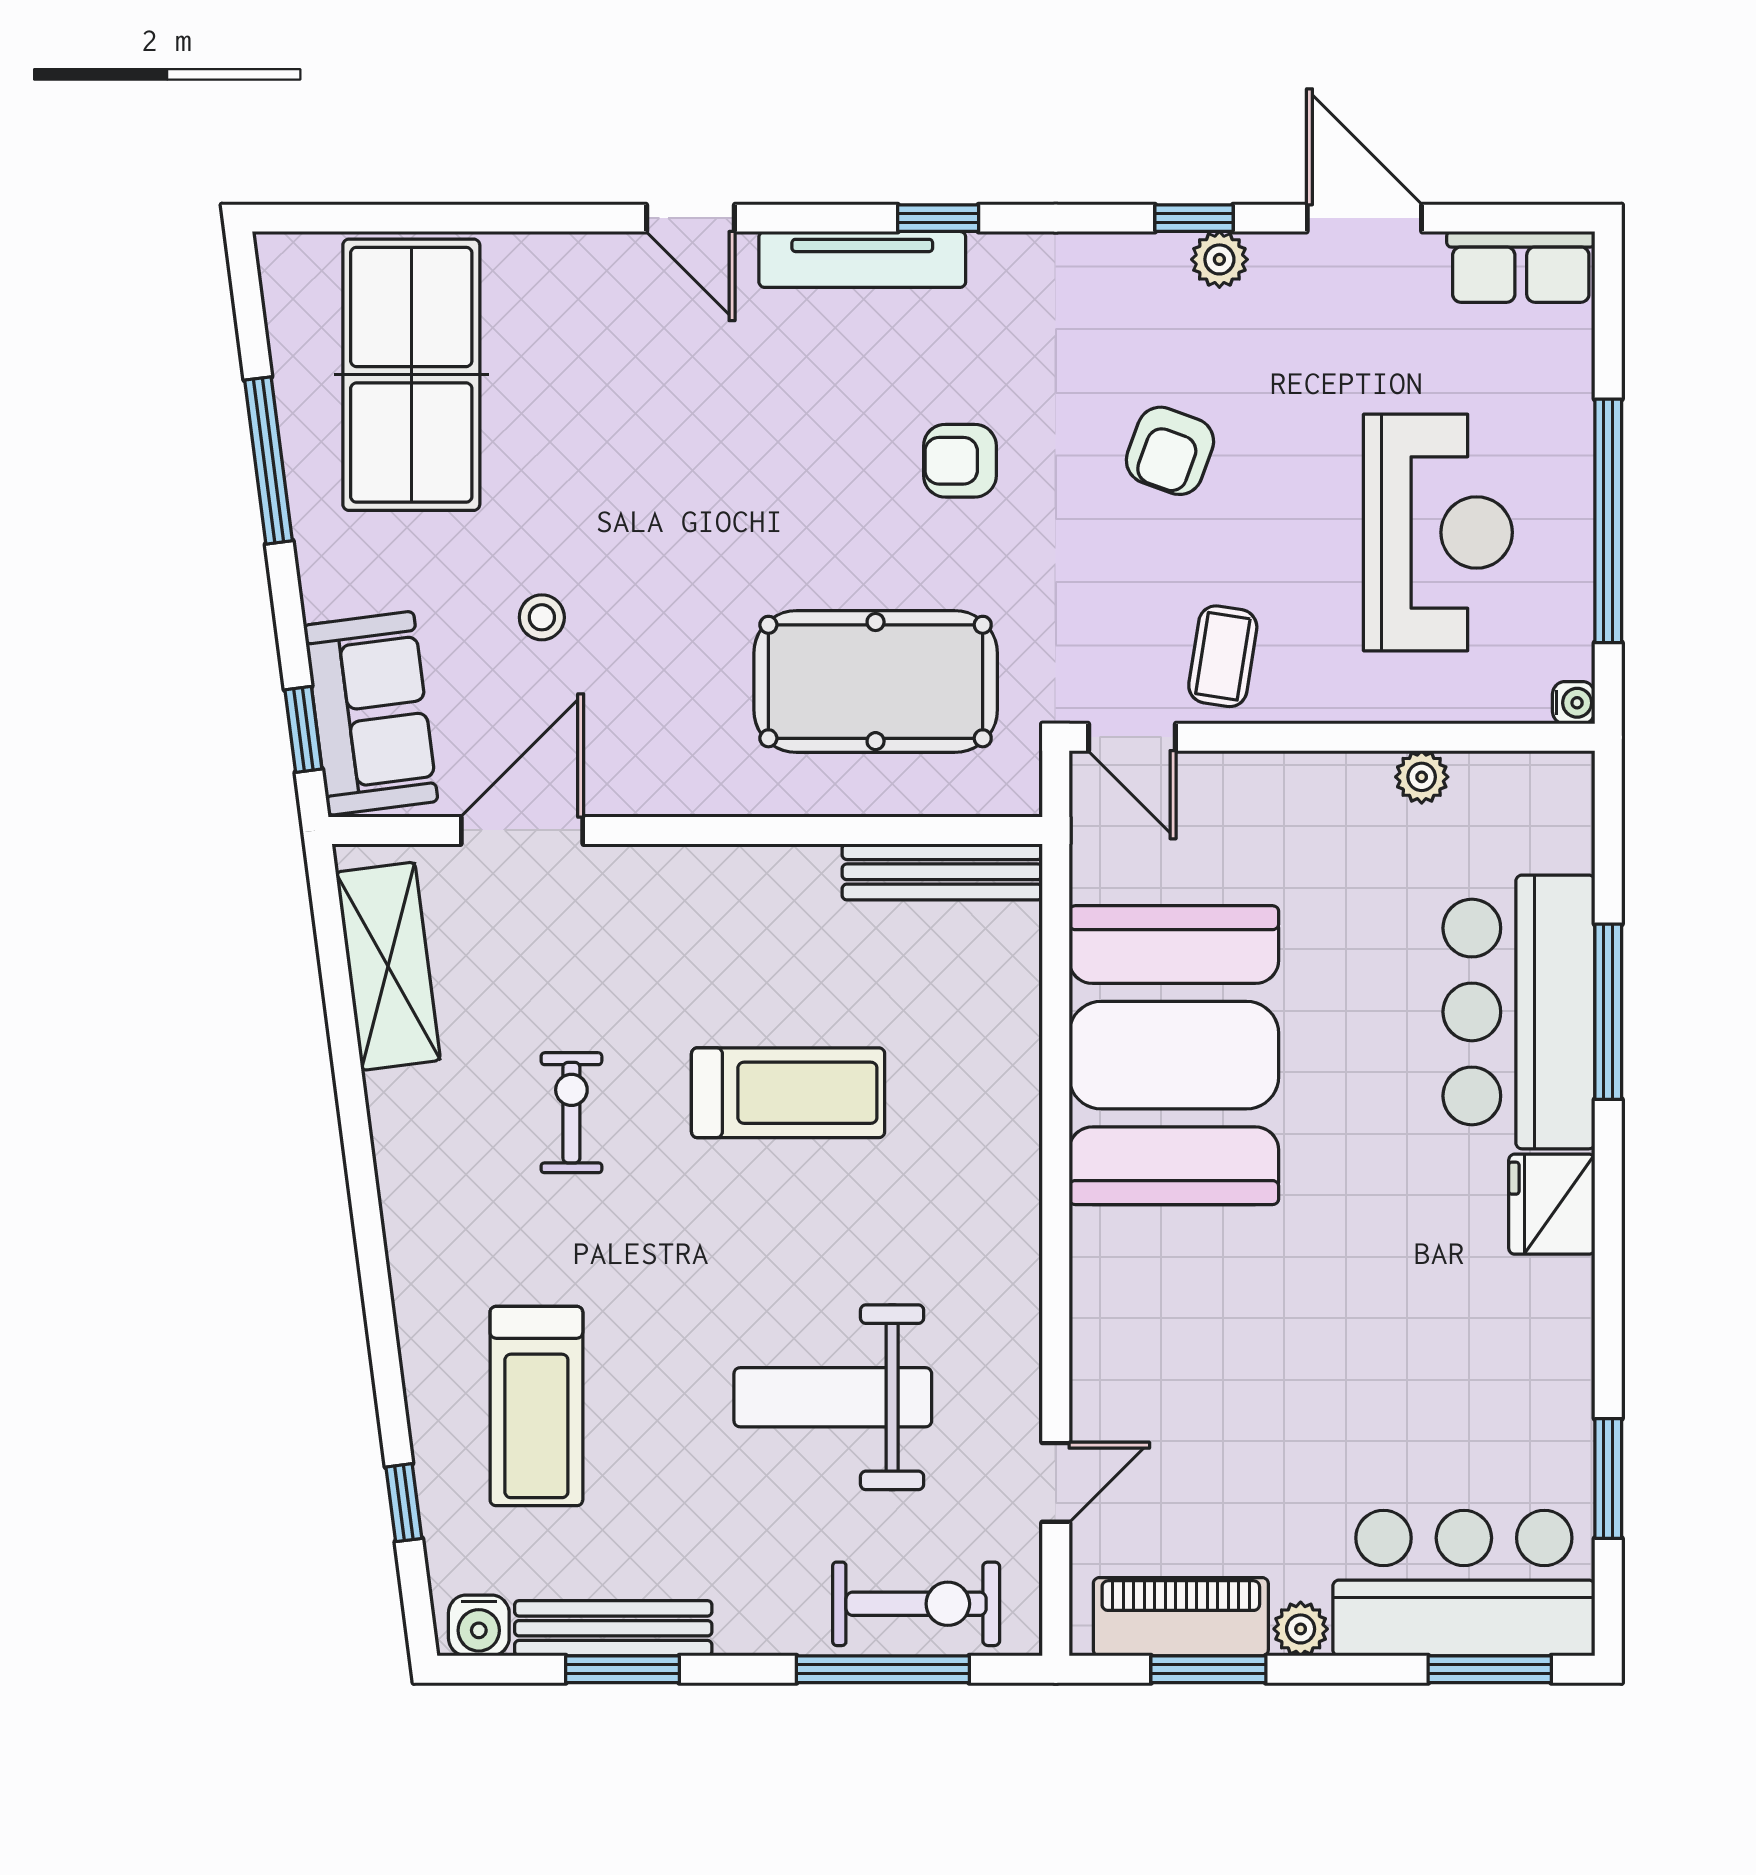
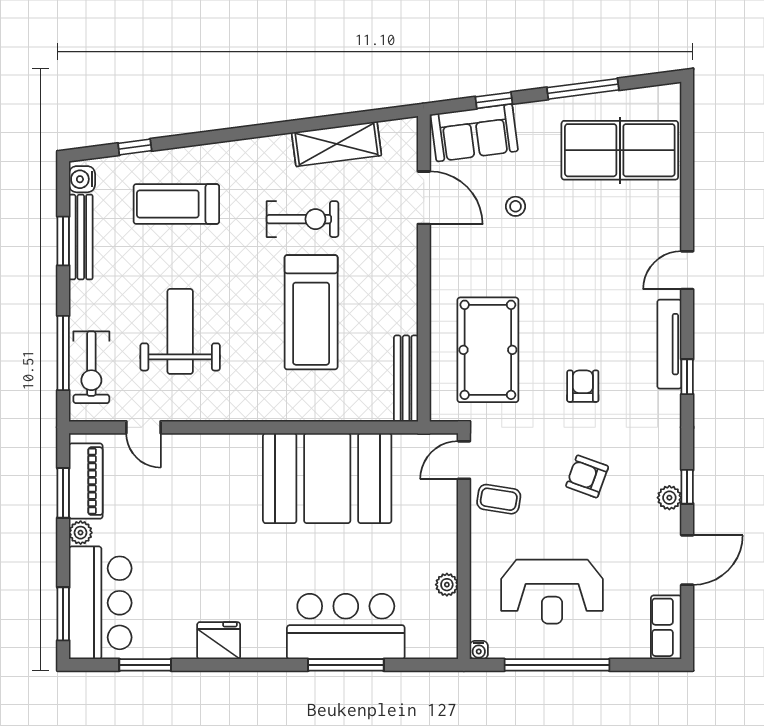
window: (303, 729) -> (494, 100), moved
shelving: (388, 966) -> (336, 144), moved
treadmill: (788, 1093) -> (311, 312), width x1.37, depth x1.38
exercise bike: (571, 1113) -> (303, 219), width x1.38, depth x1.39
fridge: (1552, 1204) -> (219, 641), moved

